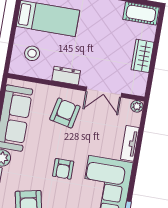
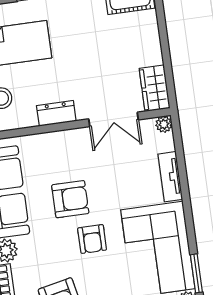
wardrobe: (142, 56) -> (155, 88), moved
armchair: (65, 113) -> (70, 199), moved, turned 78

